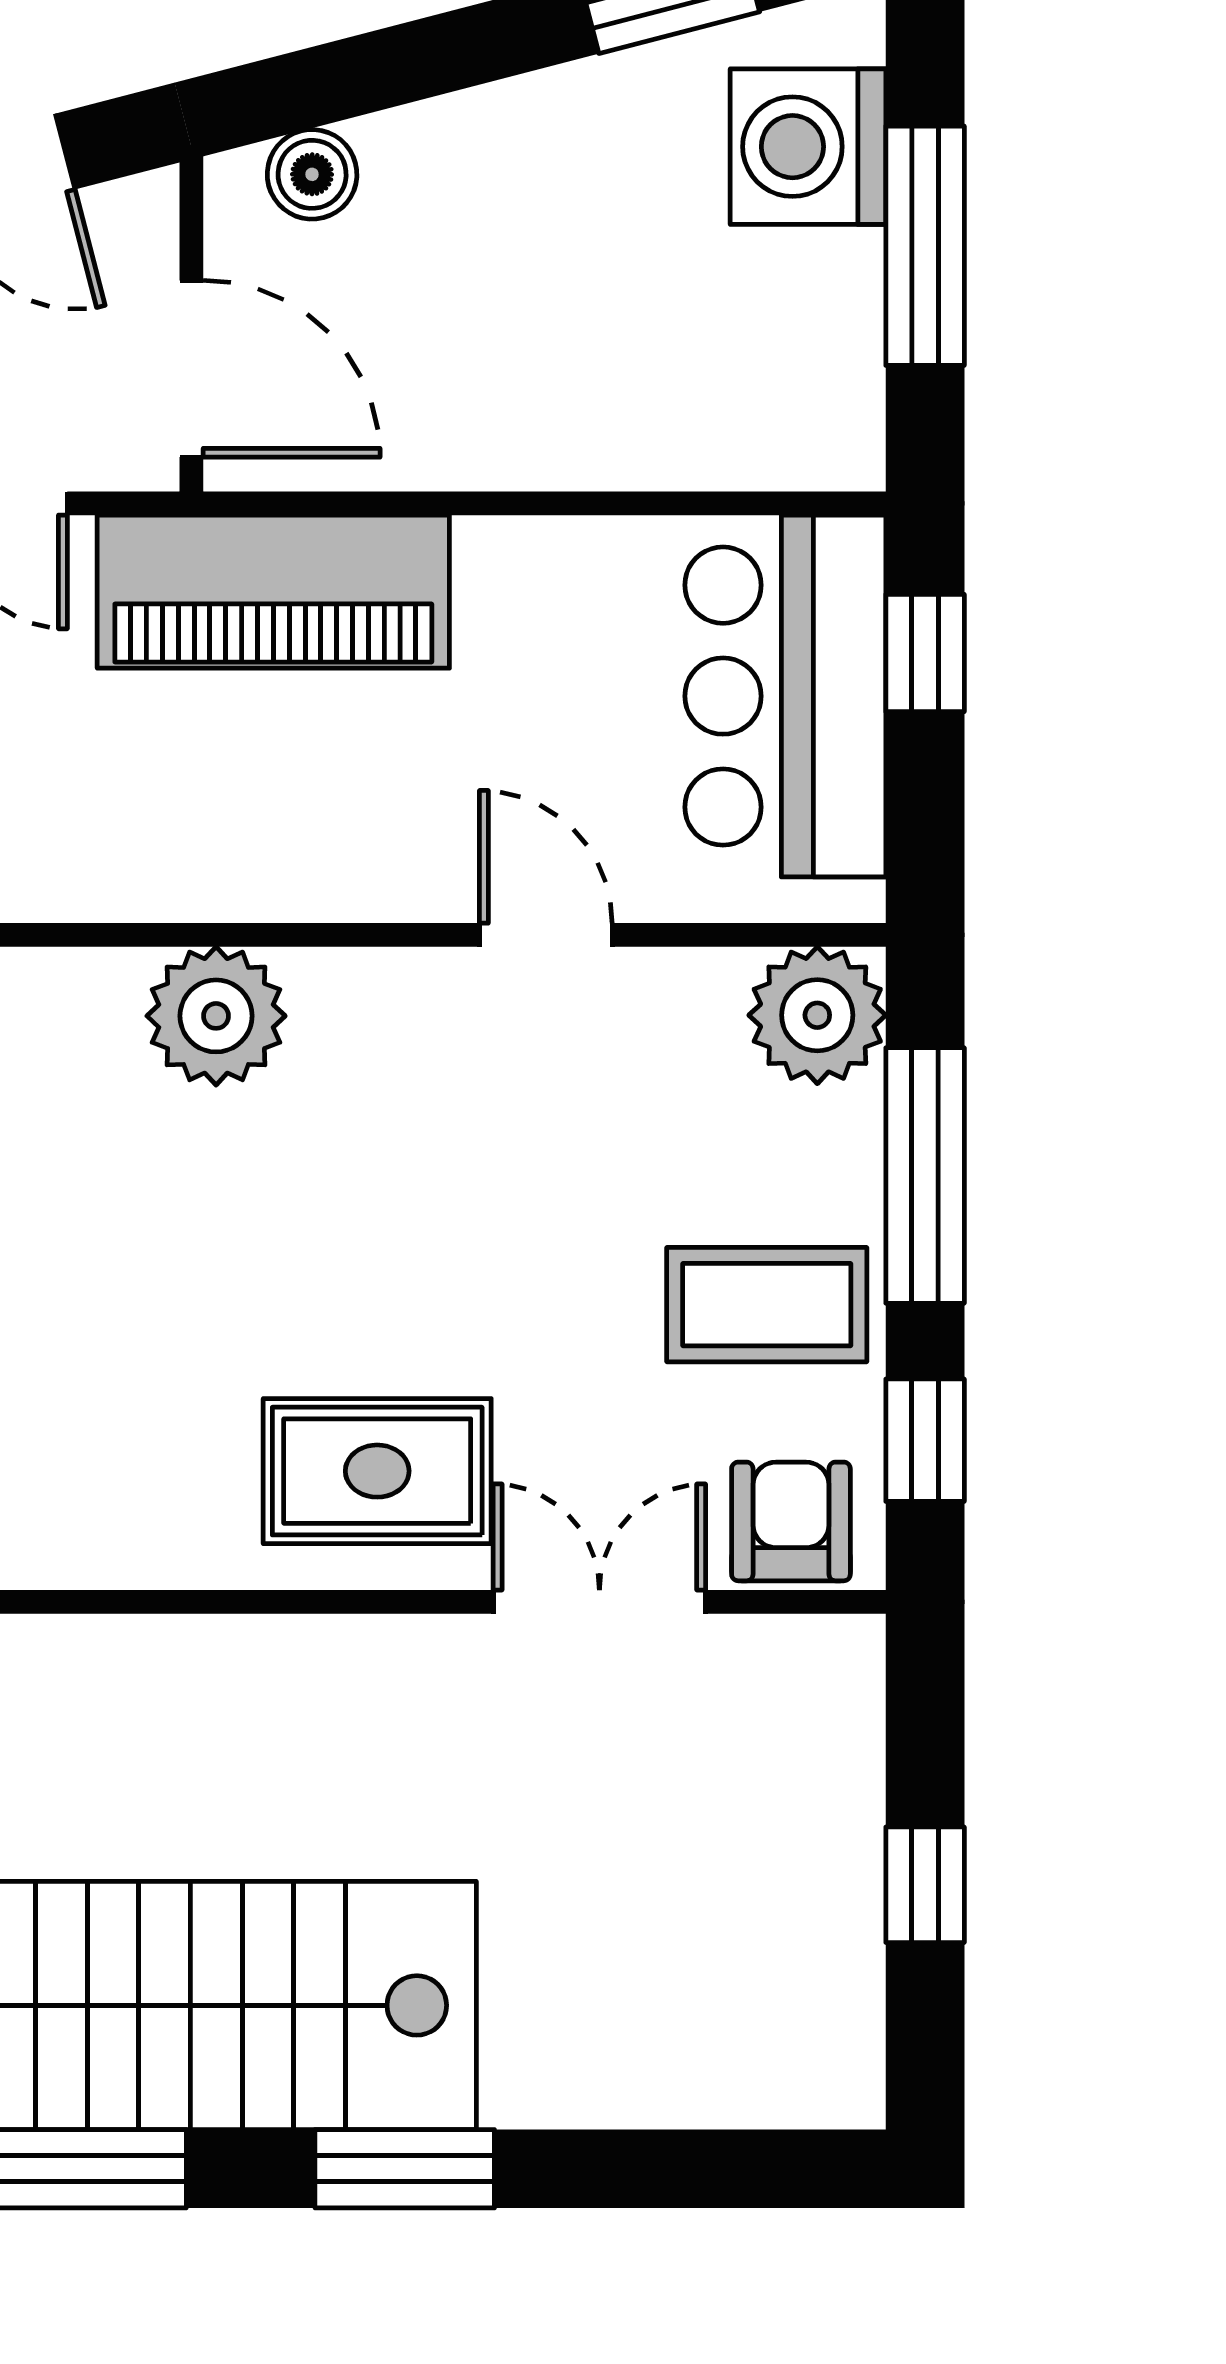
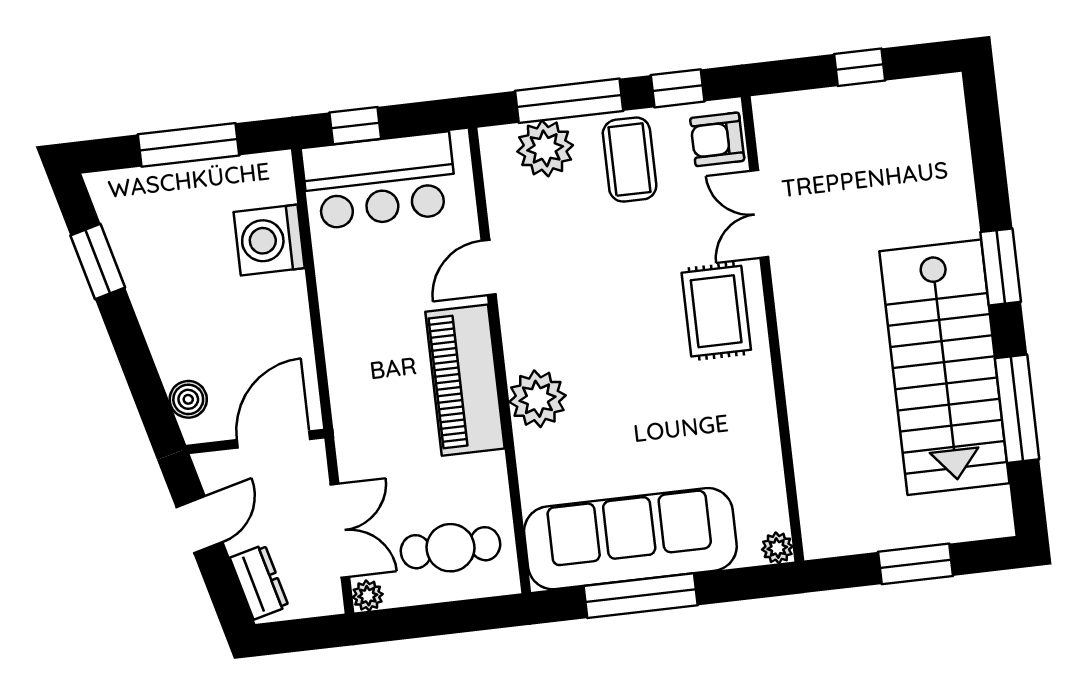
washing machine: (808, 147) -> (269, 240), moved, turned 90
piano: (273, 592) -> (465, 380), moved, turned 180
plant: (817, 1015) -> (545, 148), moved

